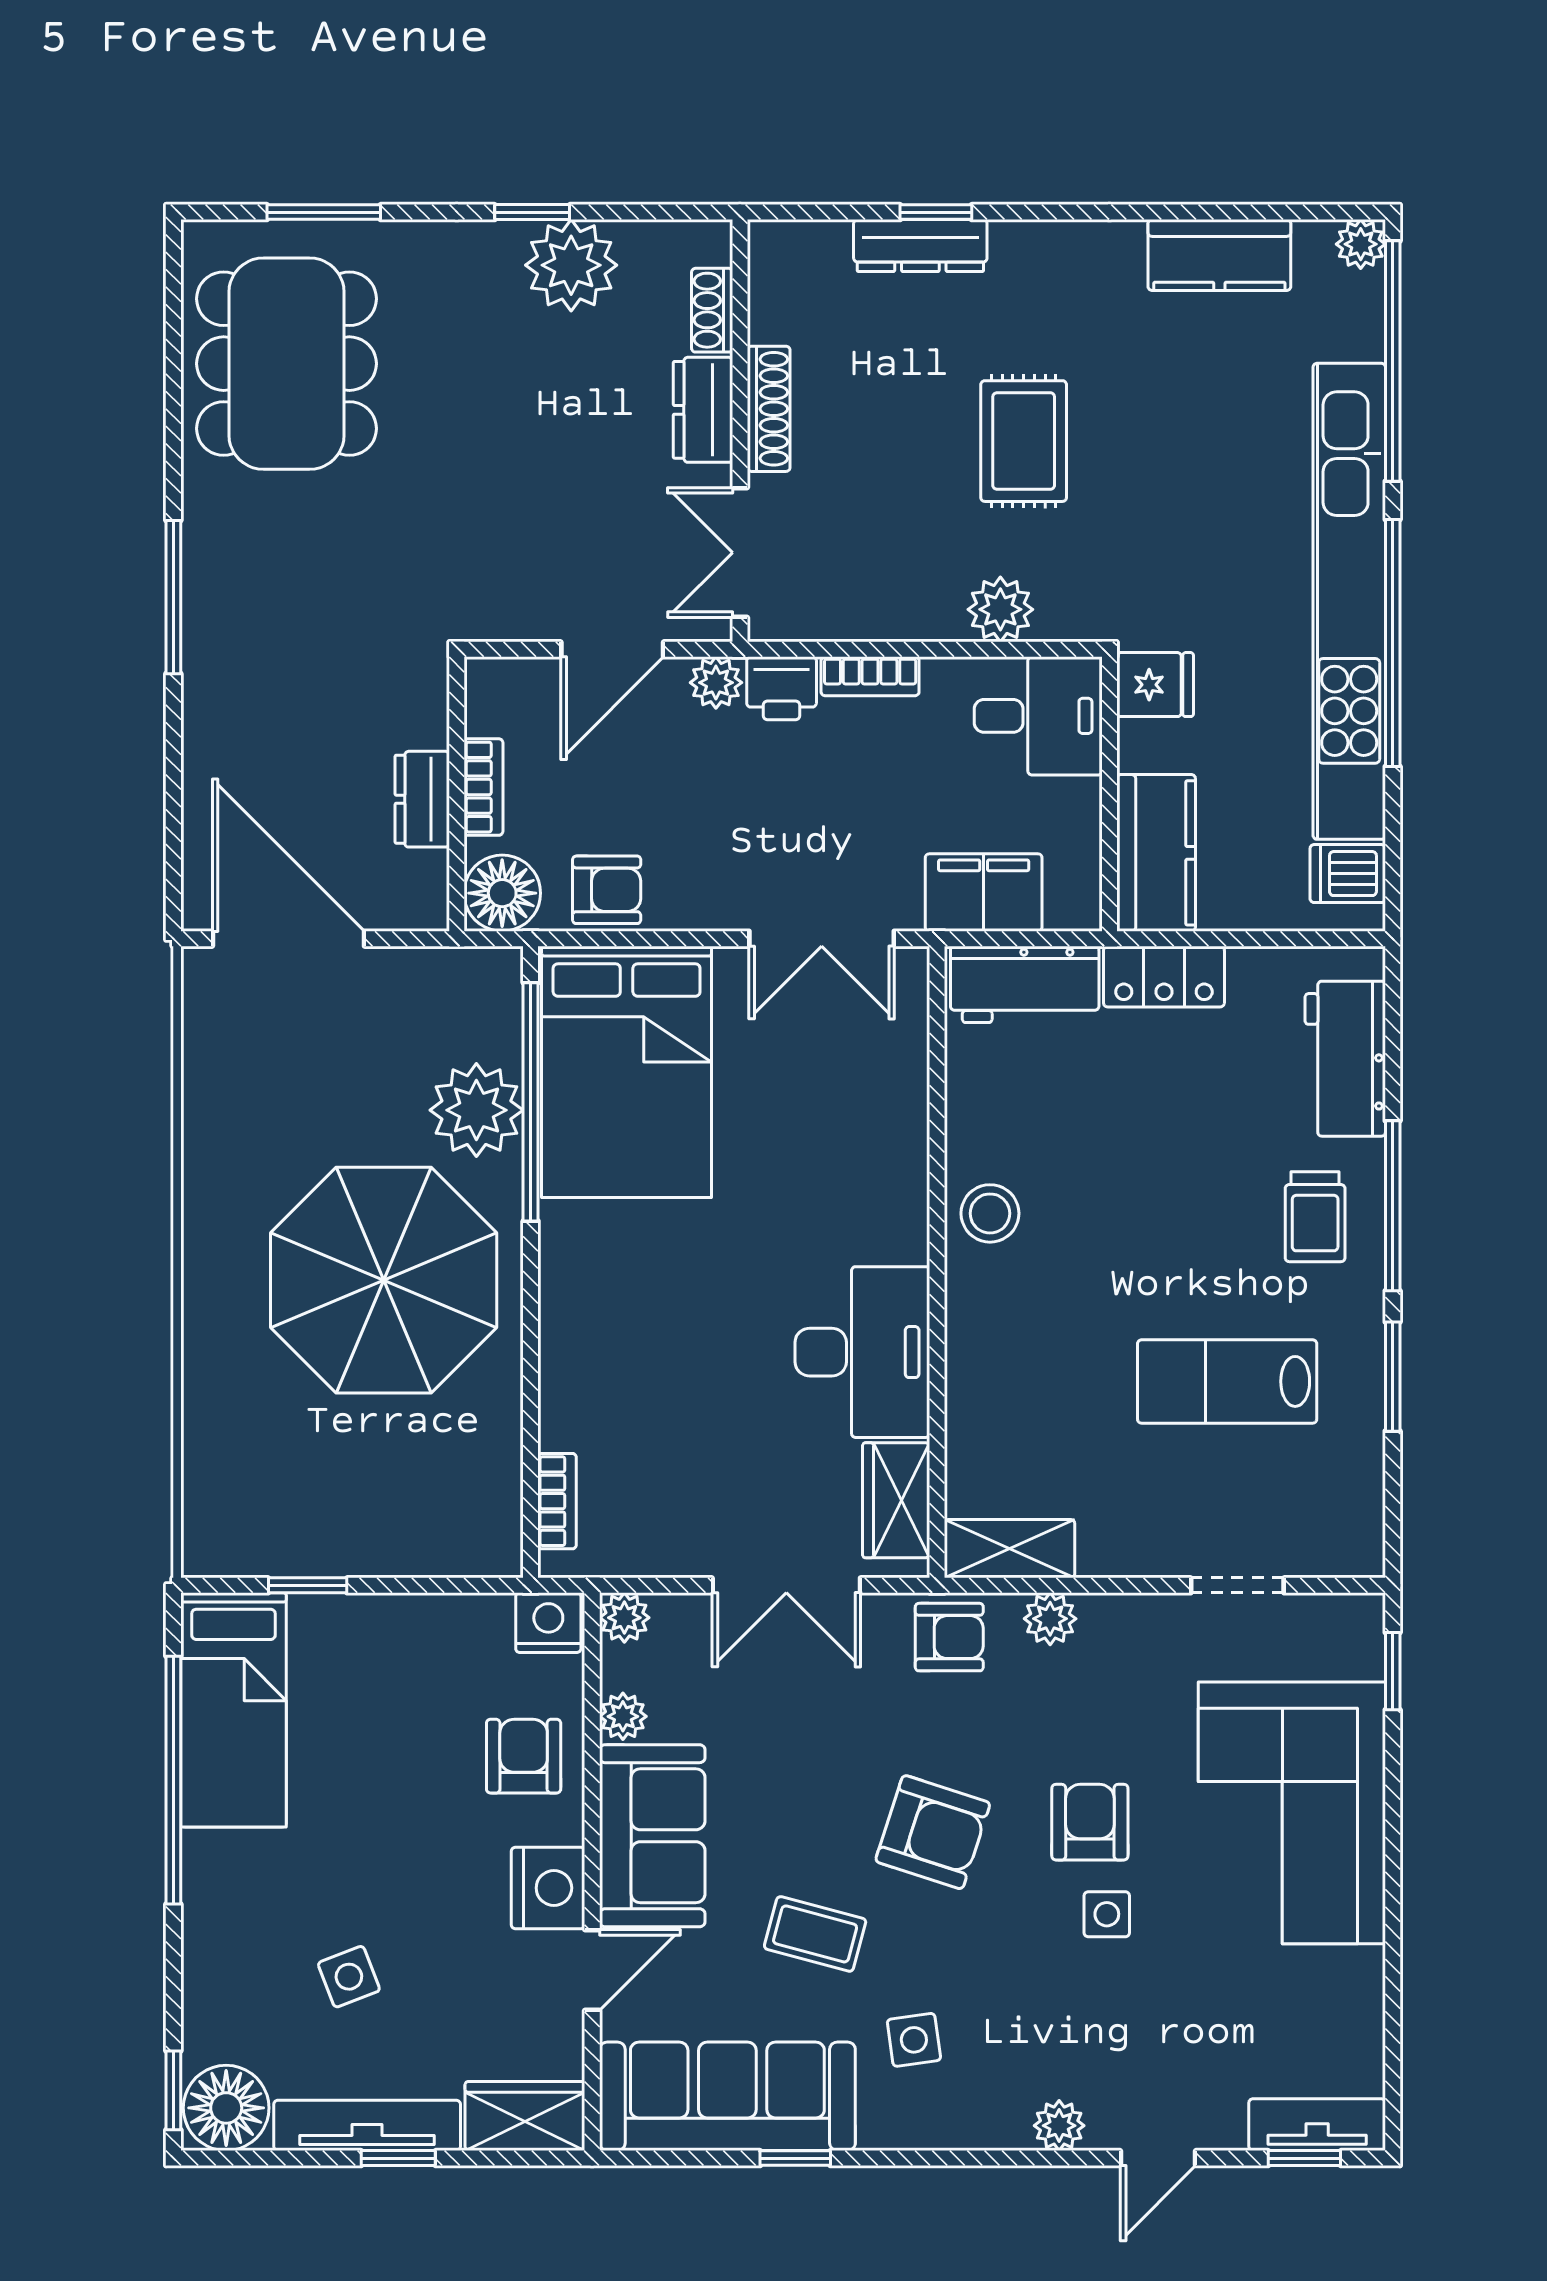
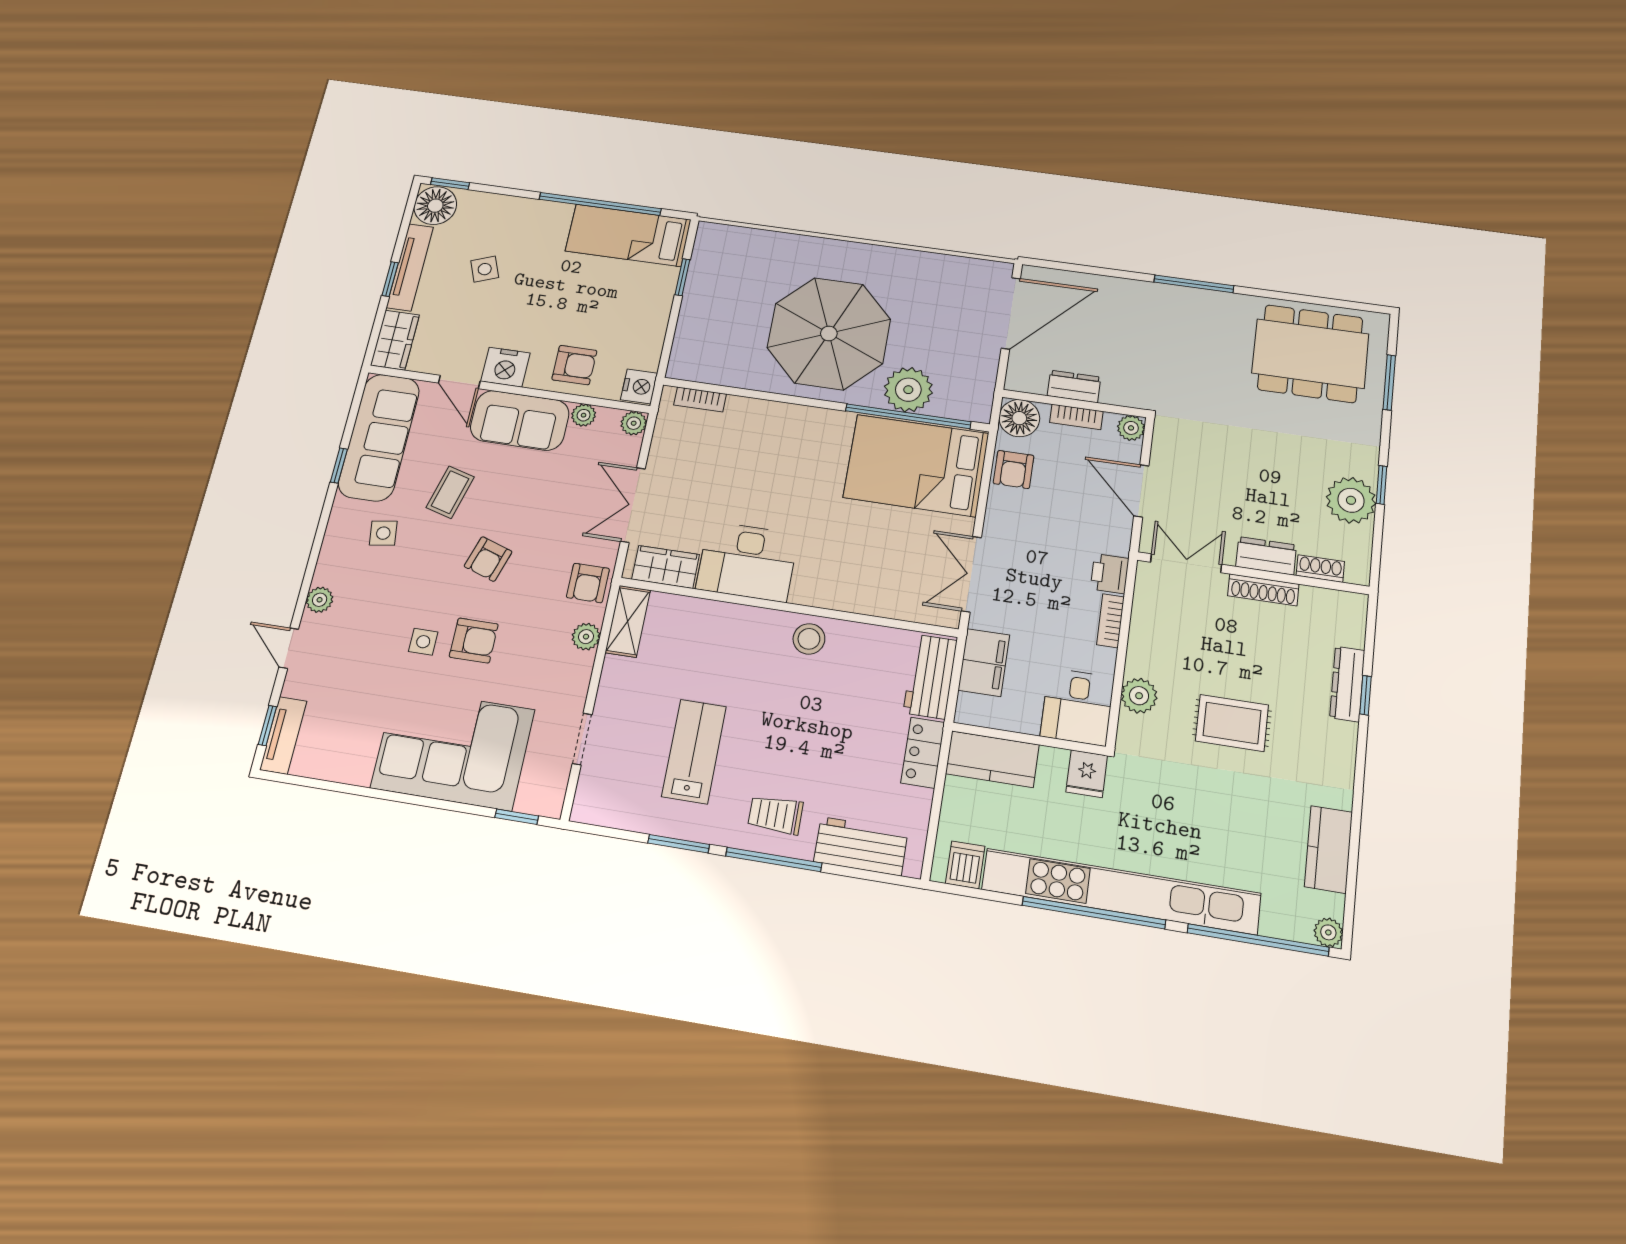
plant: (716, 683) -> (1131, 428), moved
armchair: (933, 1832) -> (488, 559), width x0.72, depth x0.72

